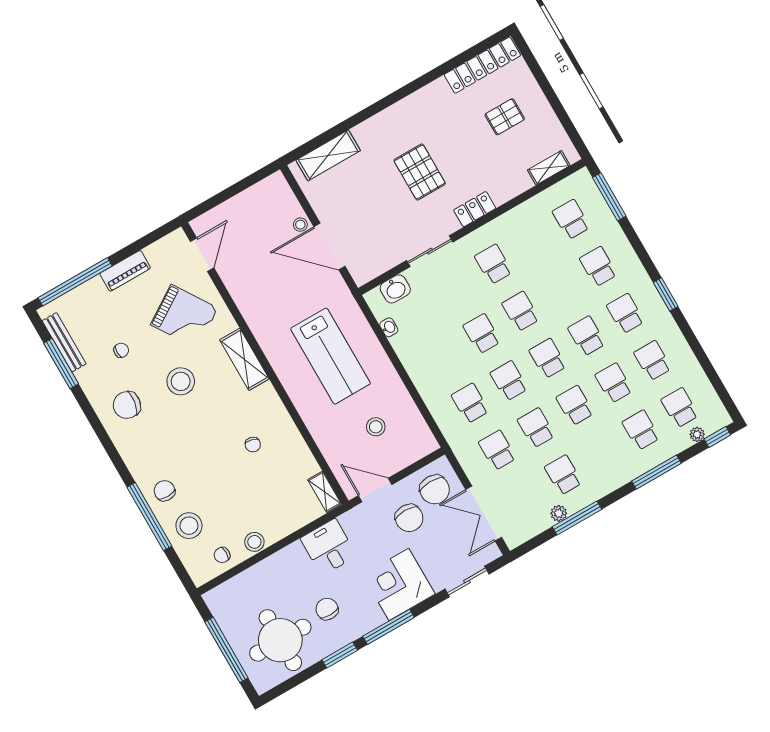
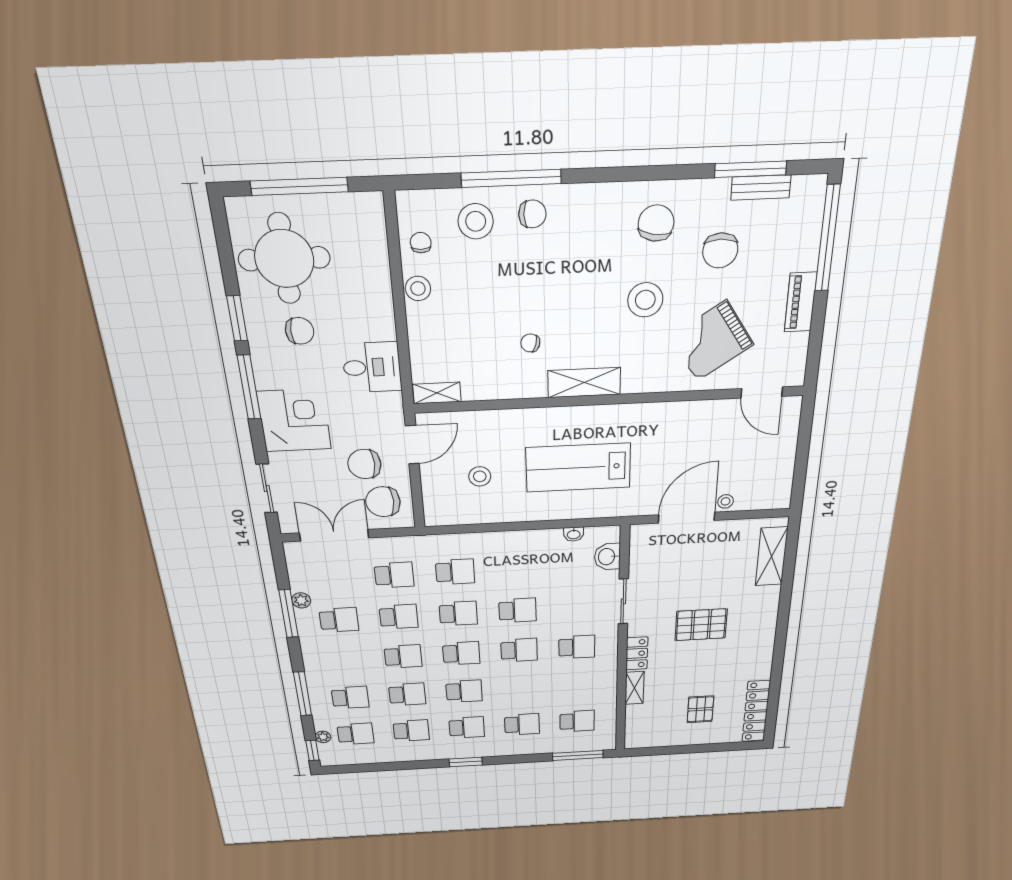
shelving: (549, 168) -> (635, 688), moved
bench: (64, 342) -> (761, 188), width x0.73
chair: (121, 350) -> (720, 250), width x1.87, depth x1.87
shelving: (244, 359) -> (584, 383), moved

